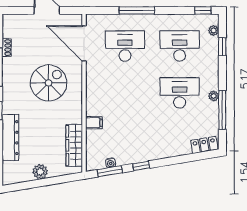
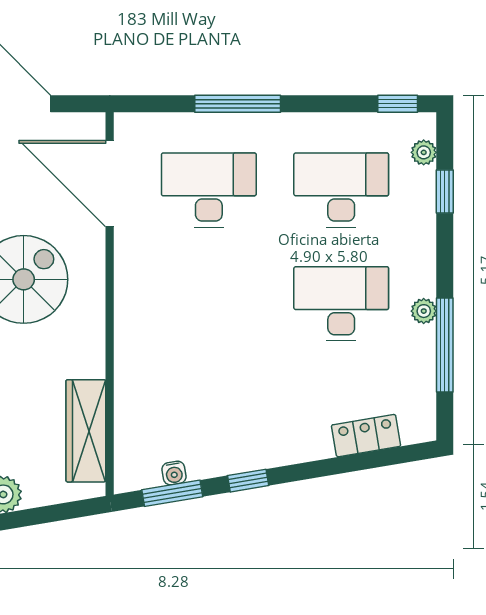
filing cabinet: (94, 123) -> (134, 376), removed
locker: (204, 145) -> (366, 436), moved

